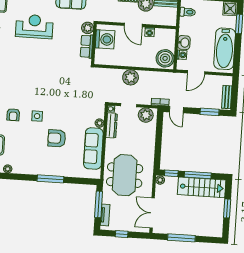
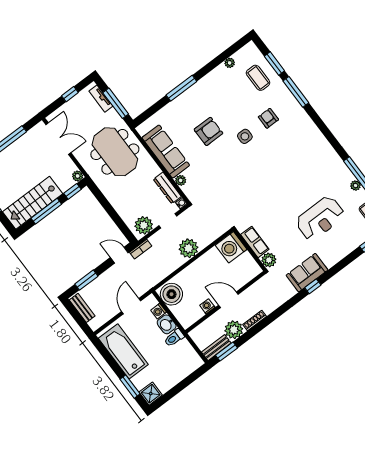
toilet: (188, 12) -> (174, 338), moved
washing machine: (105, 39) -> (231, 247), moved

